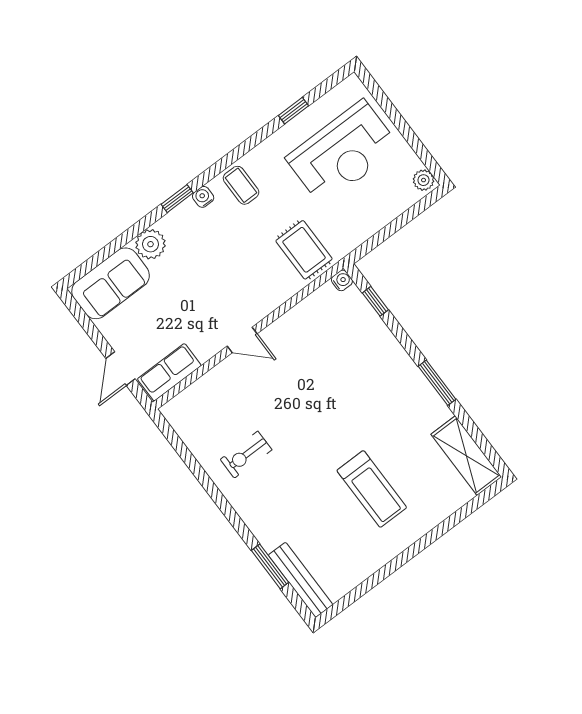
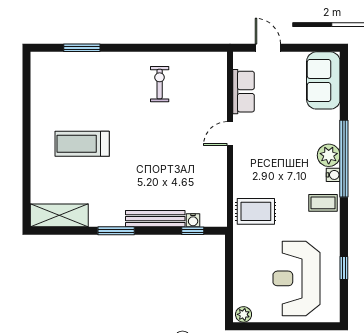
window: (177, 199) -> (344, 159), width x3.17
plant: (150, 244) -> (329, 155), moved
water cooler: (342, 280) -> (193, 220), moved
row of seats: (169, 372) -> (244, 92), moved
bench: (301, 580) -> (155, 219), moved

